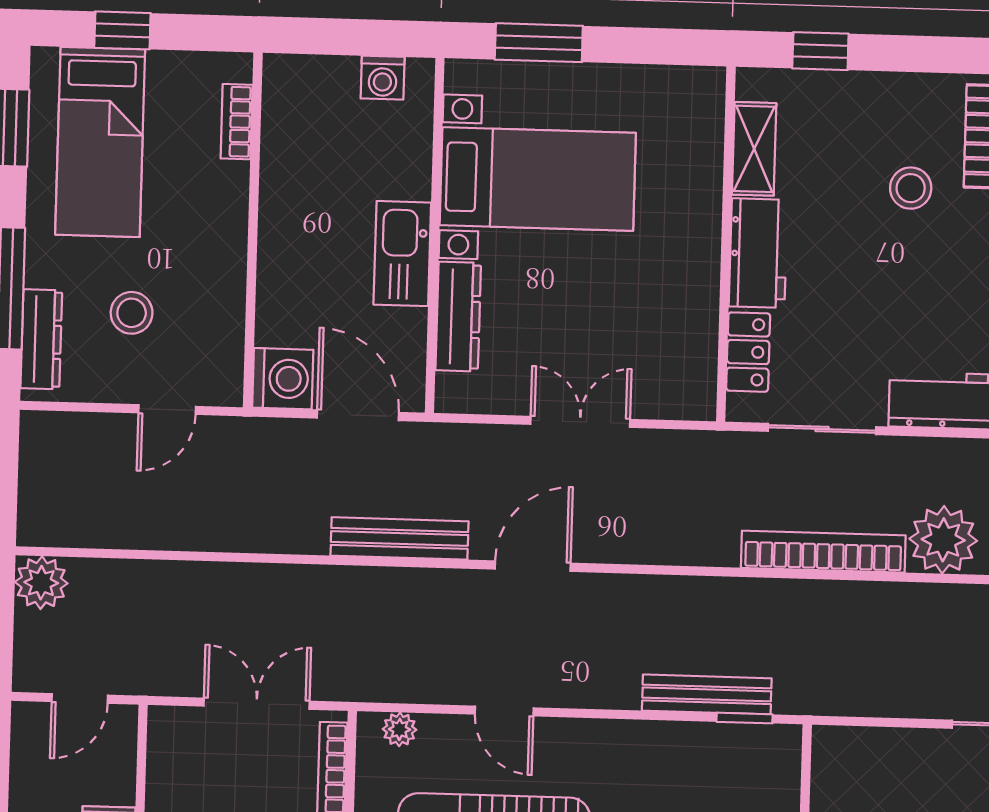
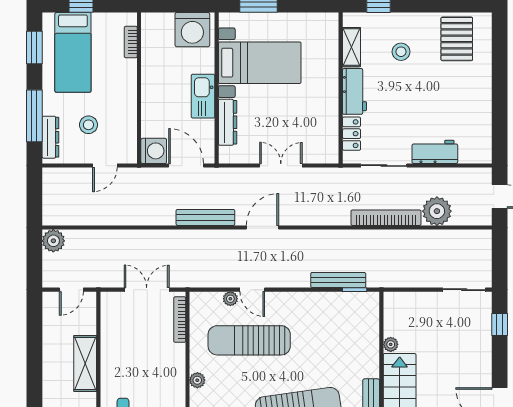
washing machine: (383, 78) -> (192, 30), width x1.89, depth x1.89
stool: (911, 188) -> (401, 52), moved
plant: (400, 729) -> (230, 299), moved

